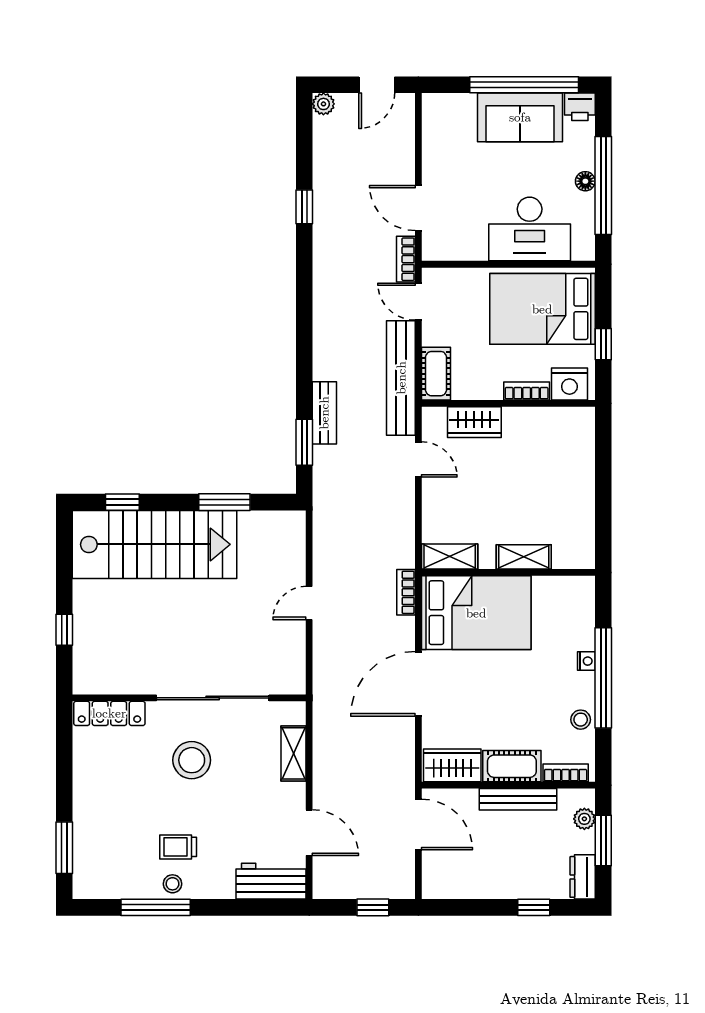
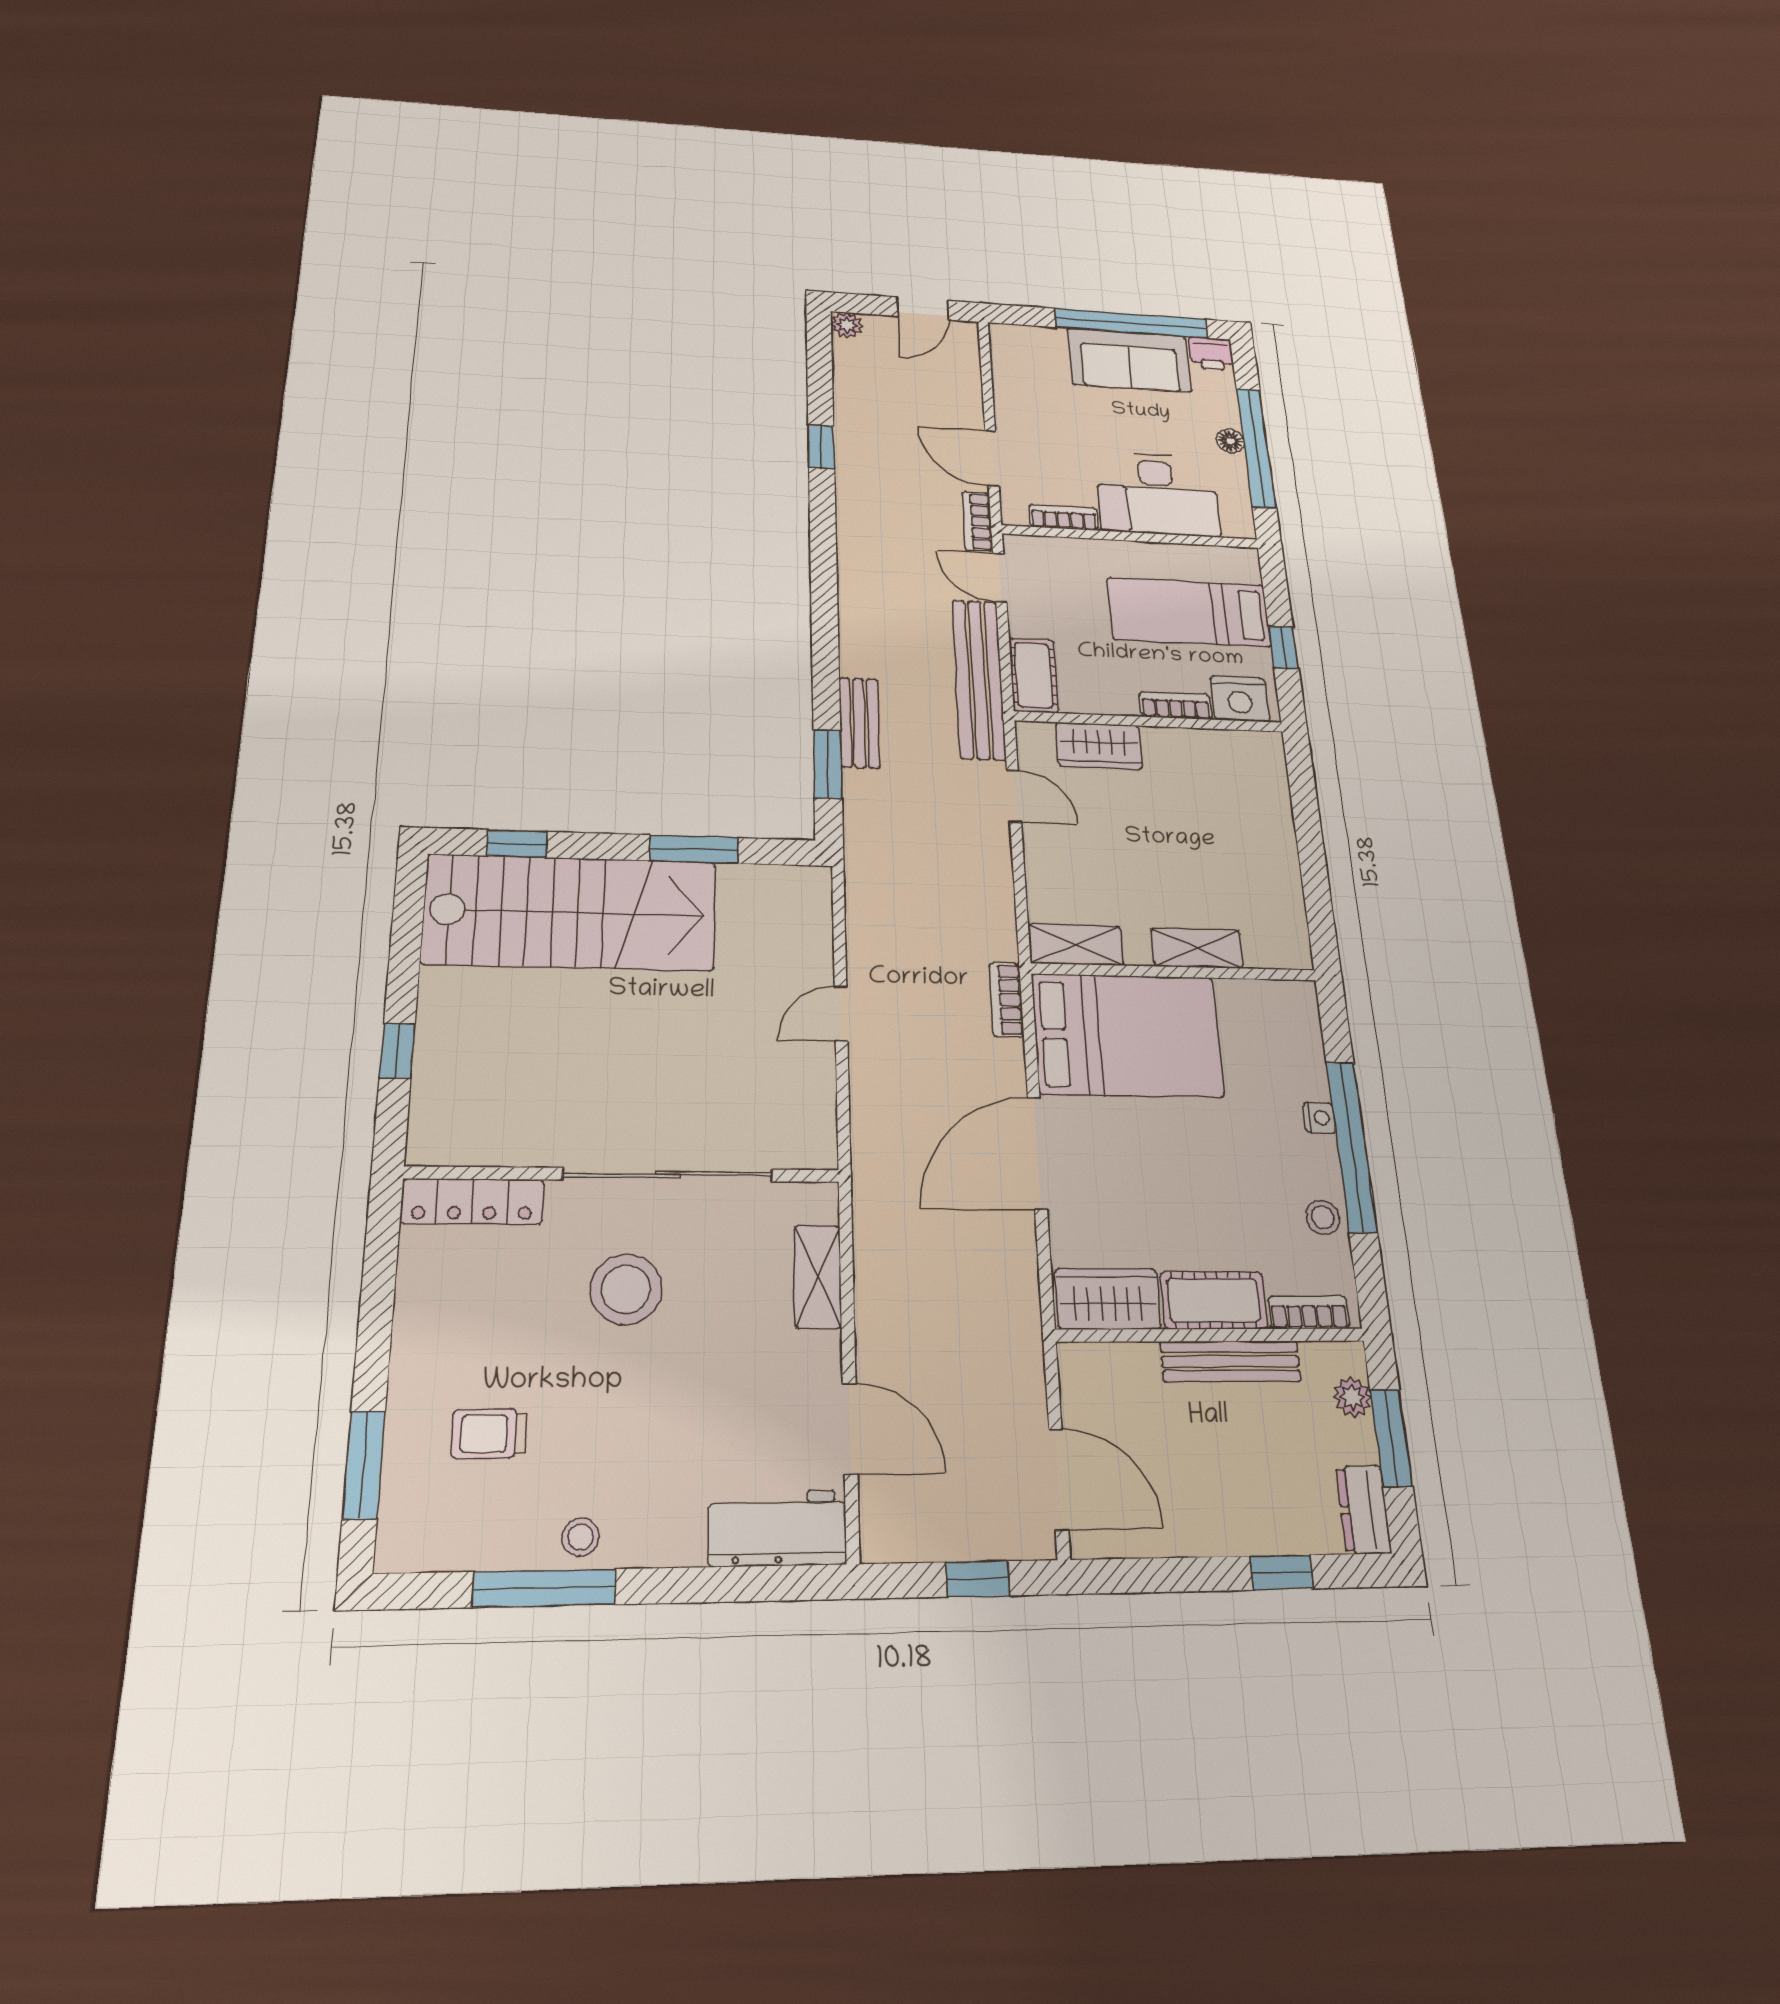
bookcase: (464, 252) -> (1064, 517), added
bed: (542, 309) -> (1189, 612), width x0.67
door: (418, 824) -> (1059, 1479), moved
trolley: (178, 847) -> (489, 1433), moved

